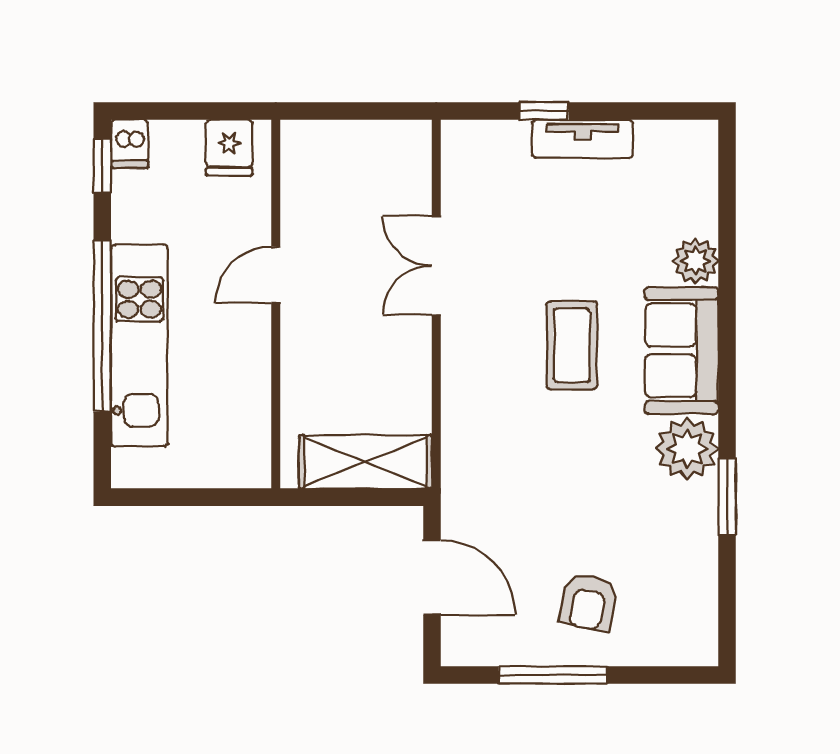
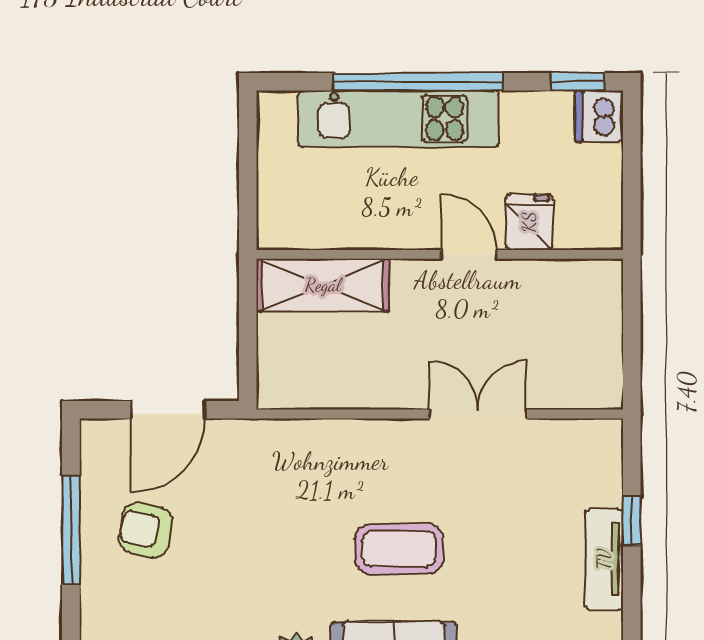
dishwasher: (130, 144) -> (599, 116), width x1.38
fridge: (229, 148) -> (529, 222), moved, turned 90
shelving: (365, 462) -> (323, 285), moved, turned 90
armchair: (588, 602) -> (146, 530), moved

